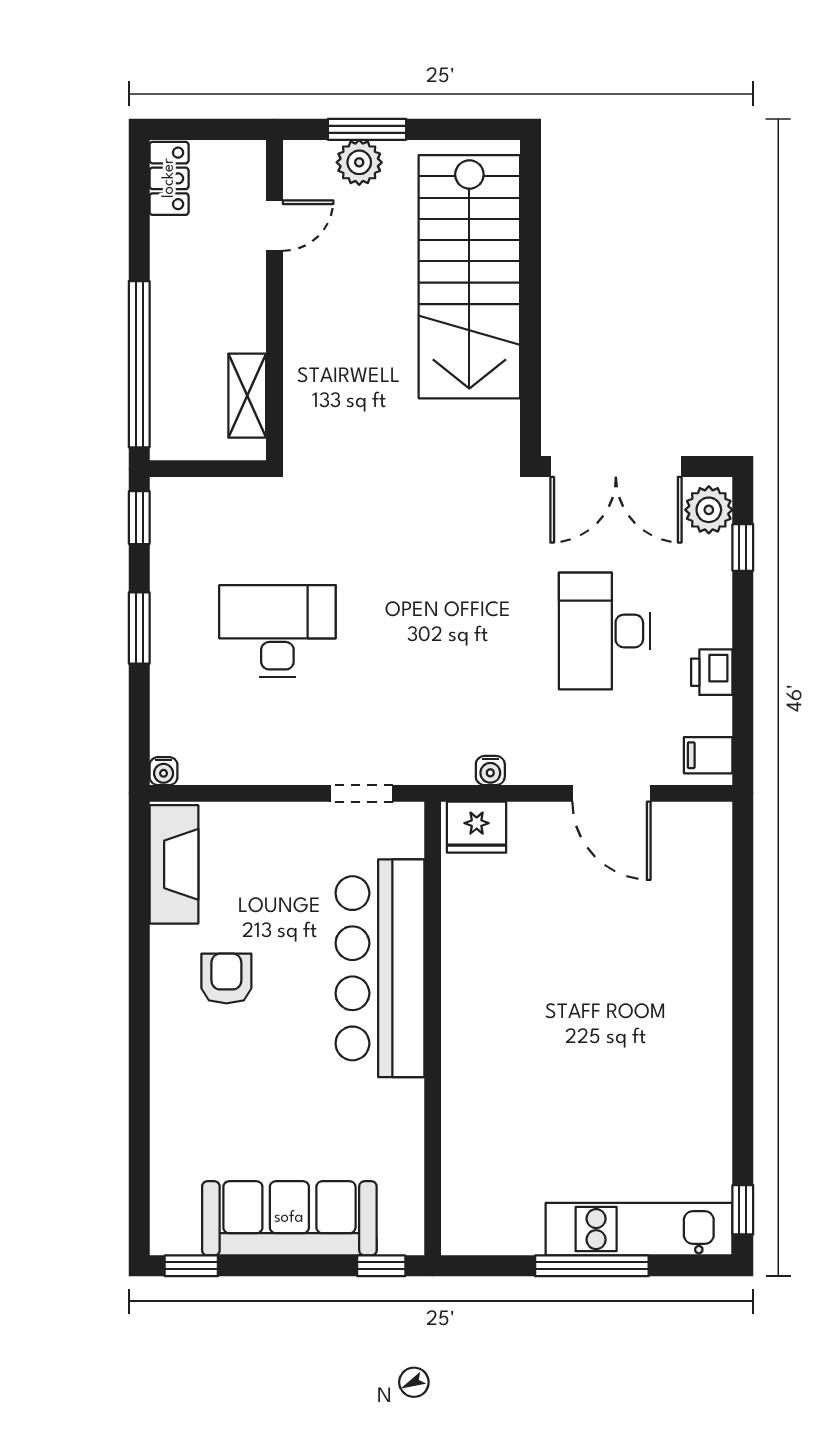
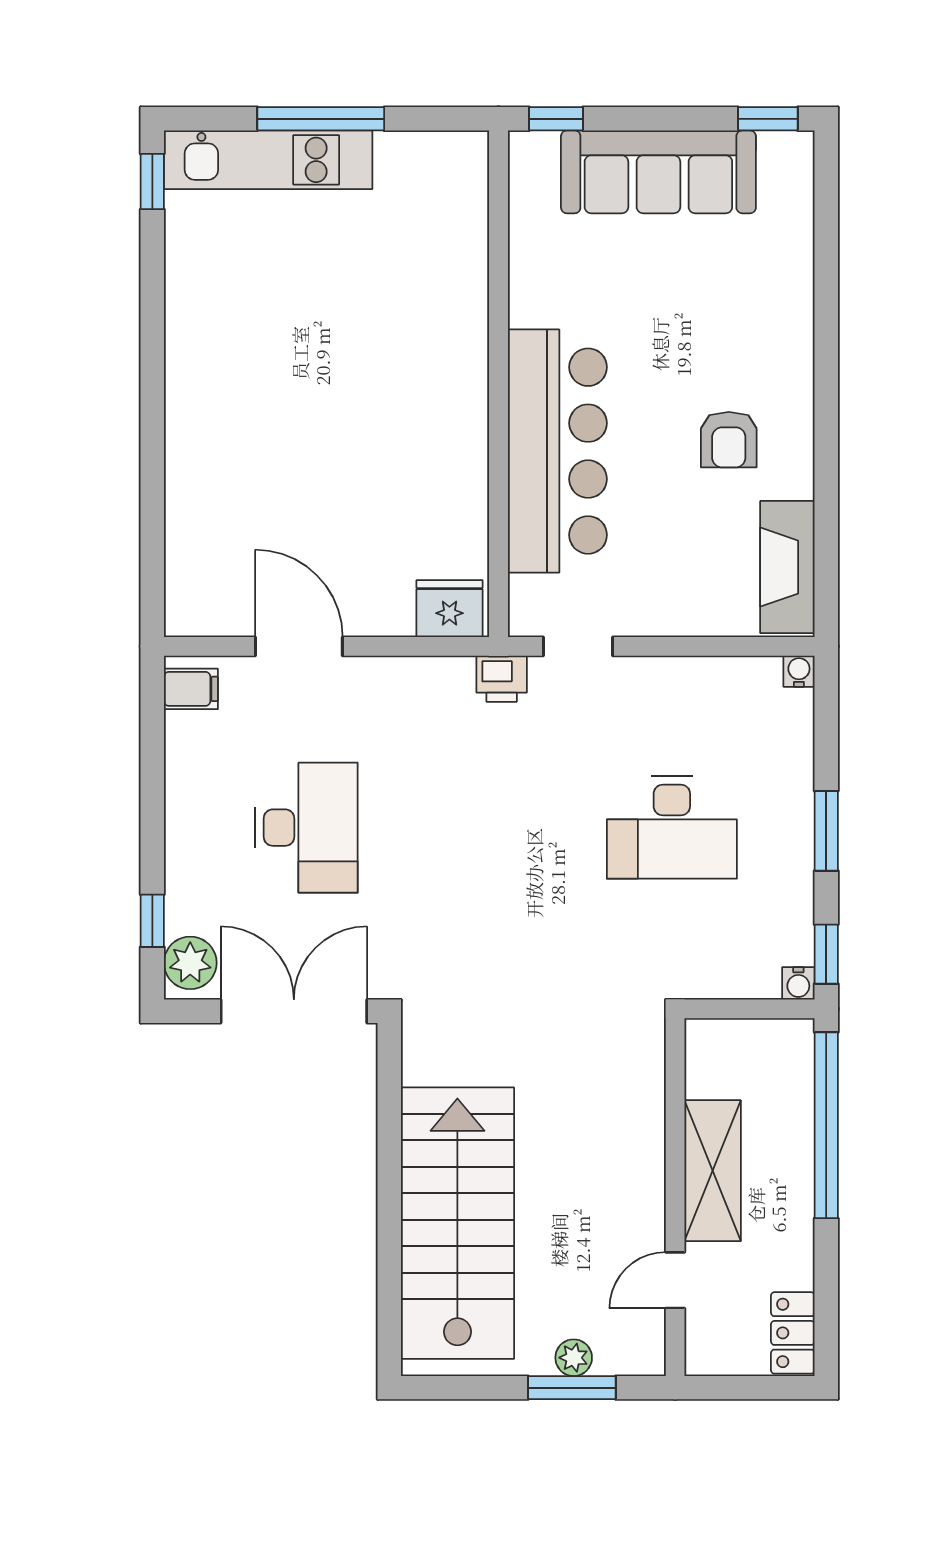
plant: (359, 162) -> (574, 1358), width x0.73, depth x0.73
shelving: (247, 396) -> (713, 1171), moved, width x1.50, depth x1.33
printer: (712, 672) -> (502, 679), moved, turned 90
water cooler: (490, 770) -> (798, 983), moved, turned 180

